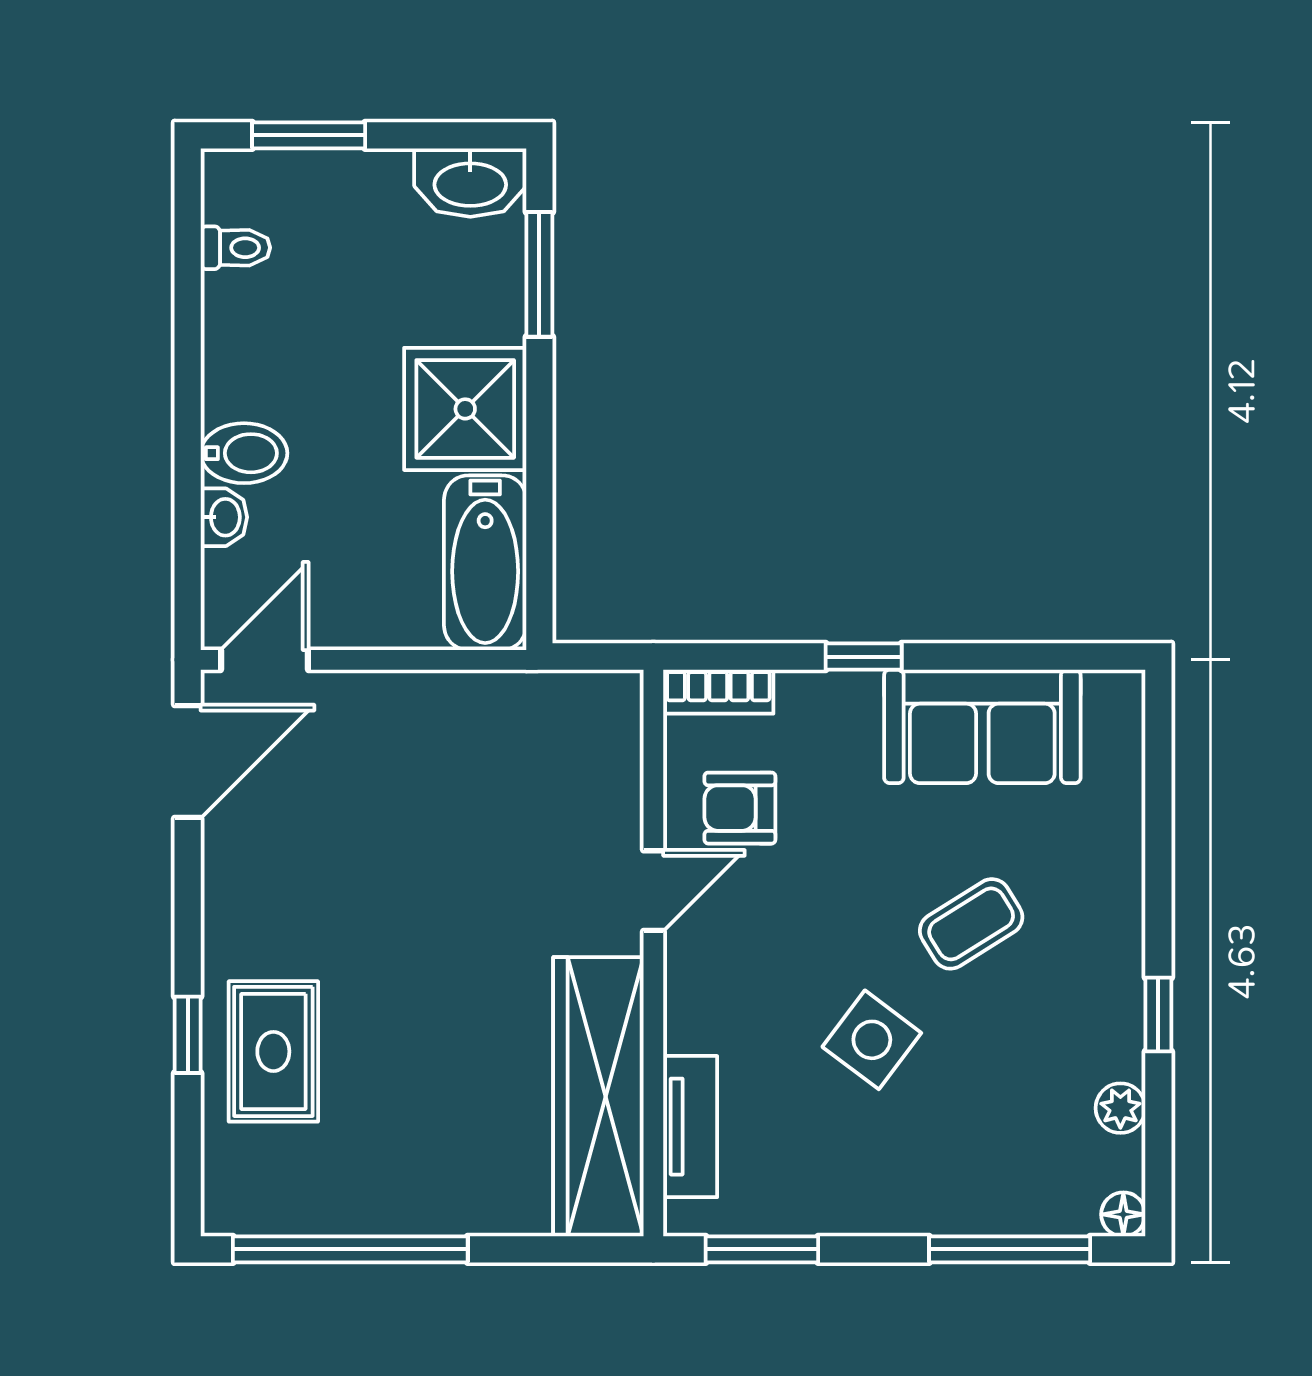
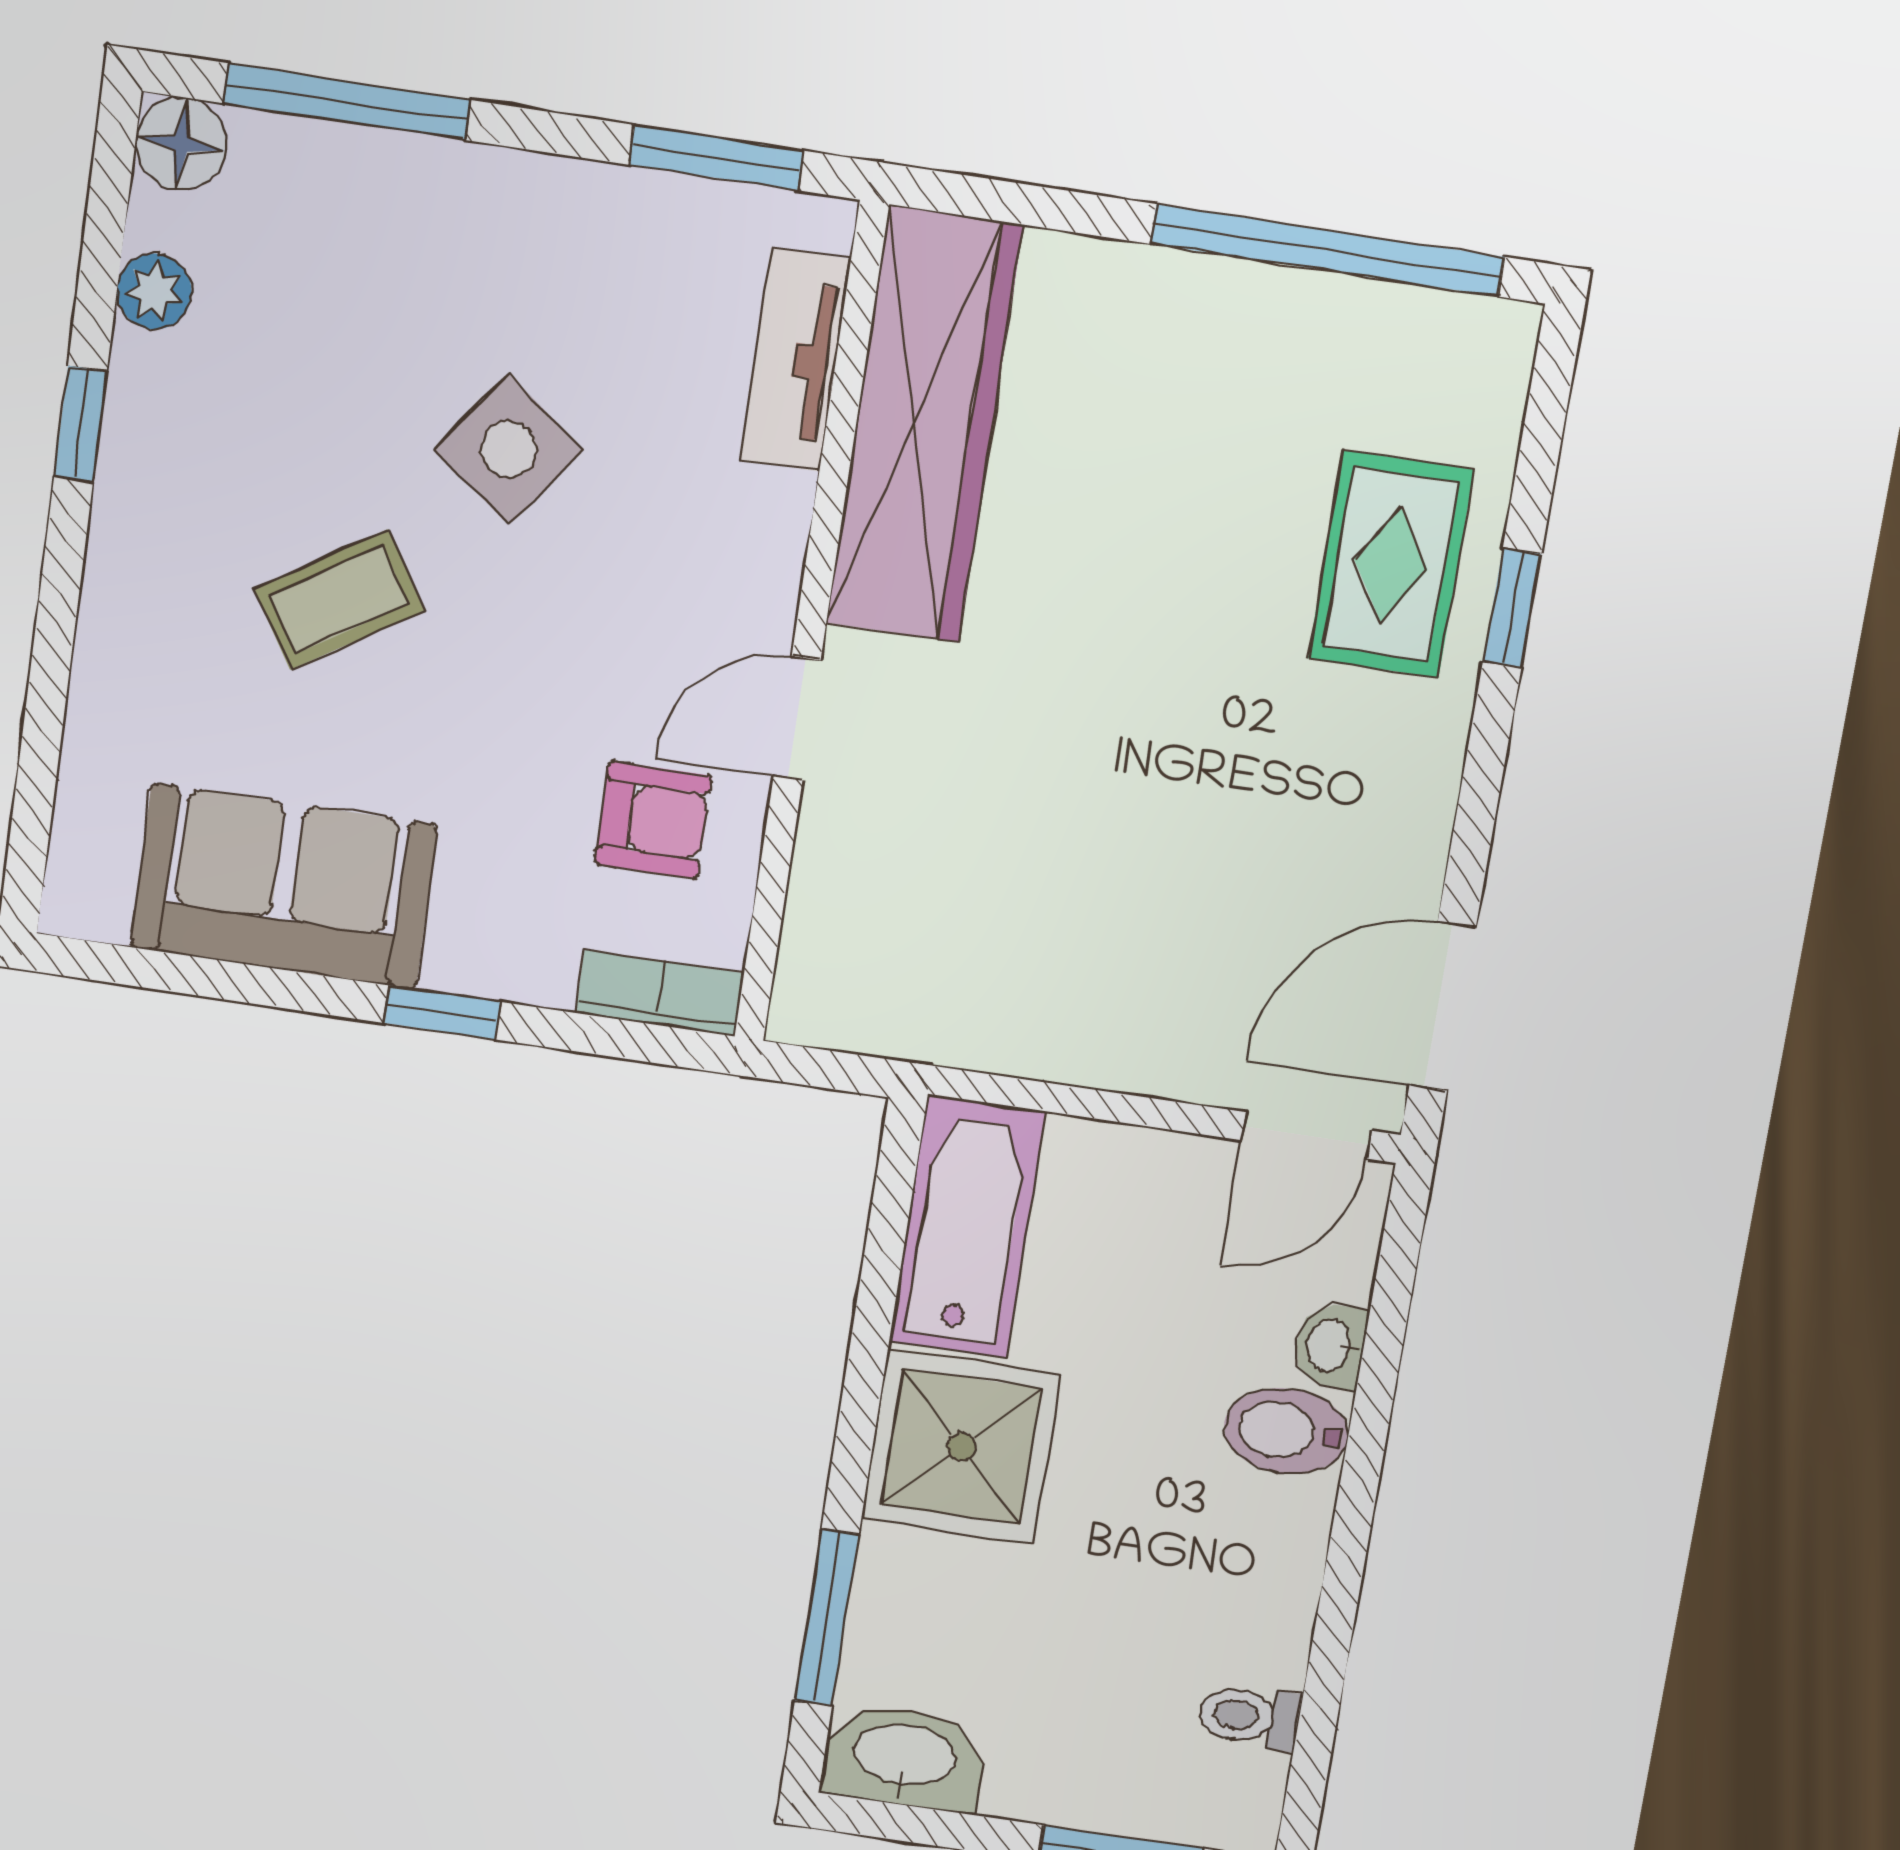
floor lamp: (1123, 1214) -> (181, 144), width x1.37, depth x1.37

